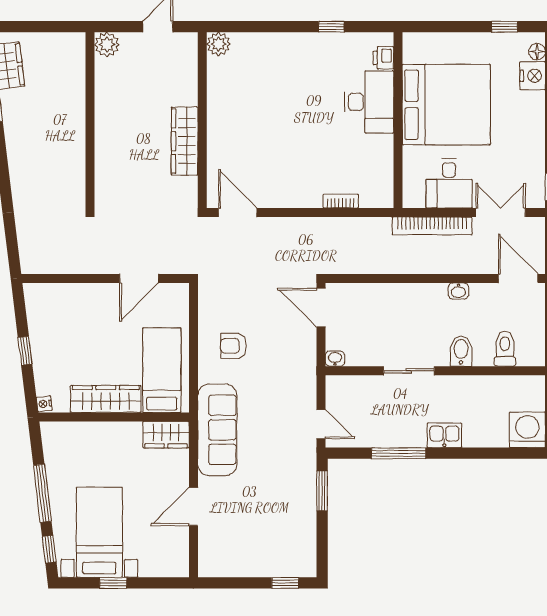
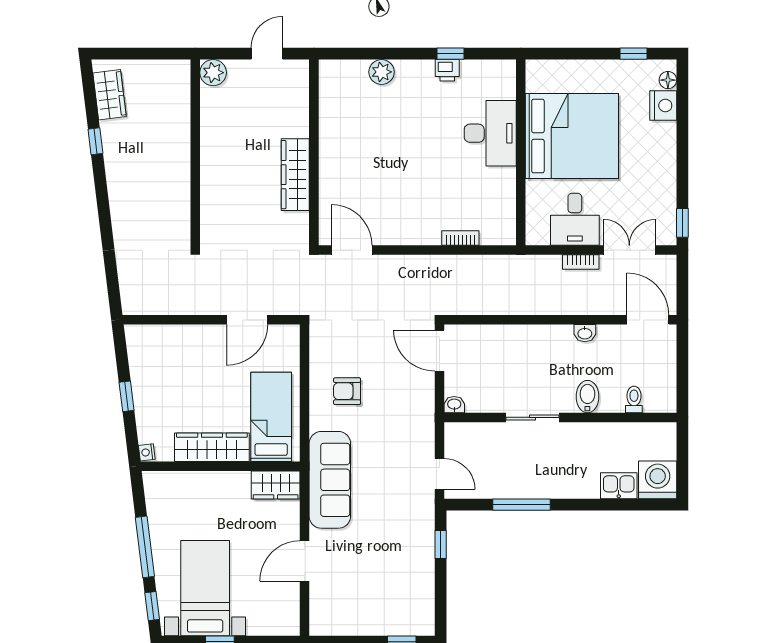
plant: (218, 44) -> (382, 72), moved
printer: (383, 58) -> (447, 70), moved, turned -90
bookcase: (432, 226) -> (581, 262), width x0.43, depth x0.76
toilet: (505, 349) -> (634, 399), width x0.73, depth x0.72
kitchen sink: (444, 435) -> (619, 486), moved
window: (322, 491) -> (441, 545), width x0.67

